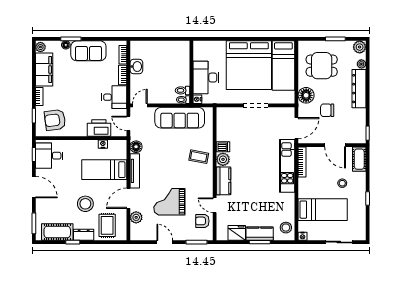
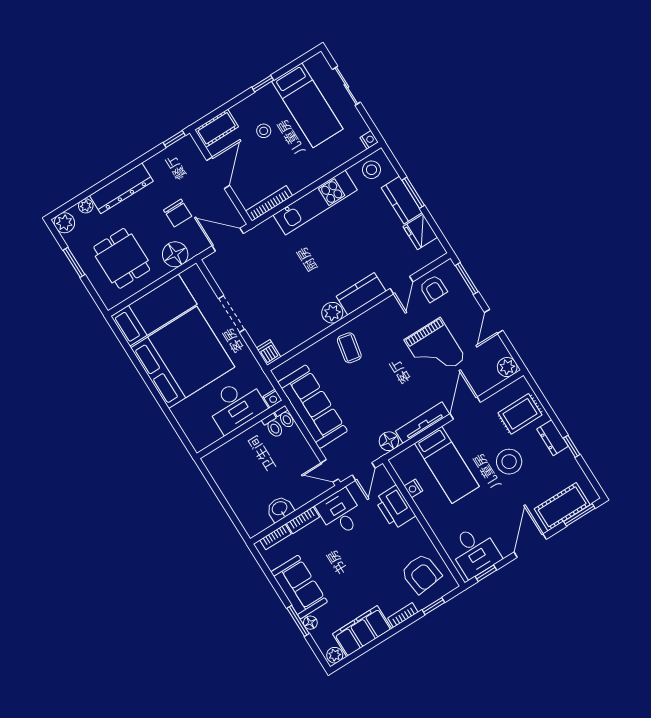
dishwasher: (223, 147) -> (269, 353), moved
kitchen unit: (287, 166) -> (315, 202), moved
door: (128, 198) -> (465, 408), swing flipped
bed: (323, 210) -> (307, 105), moved, turned 180
plant: (136, 217) -> (507, 367), moved
cot: (57, 232) -> (562, 507), moved, turned 90

